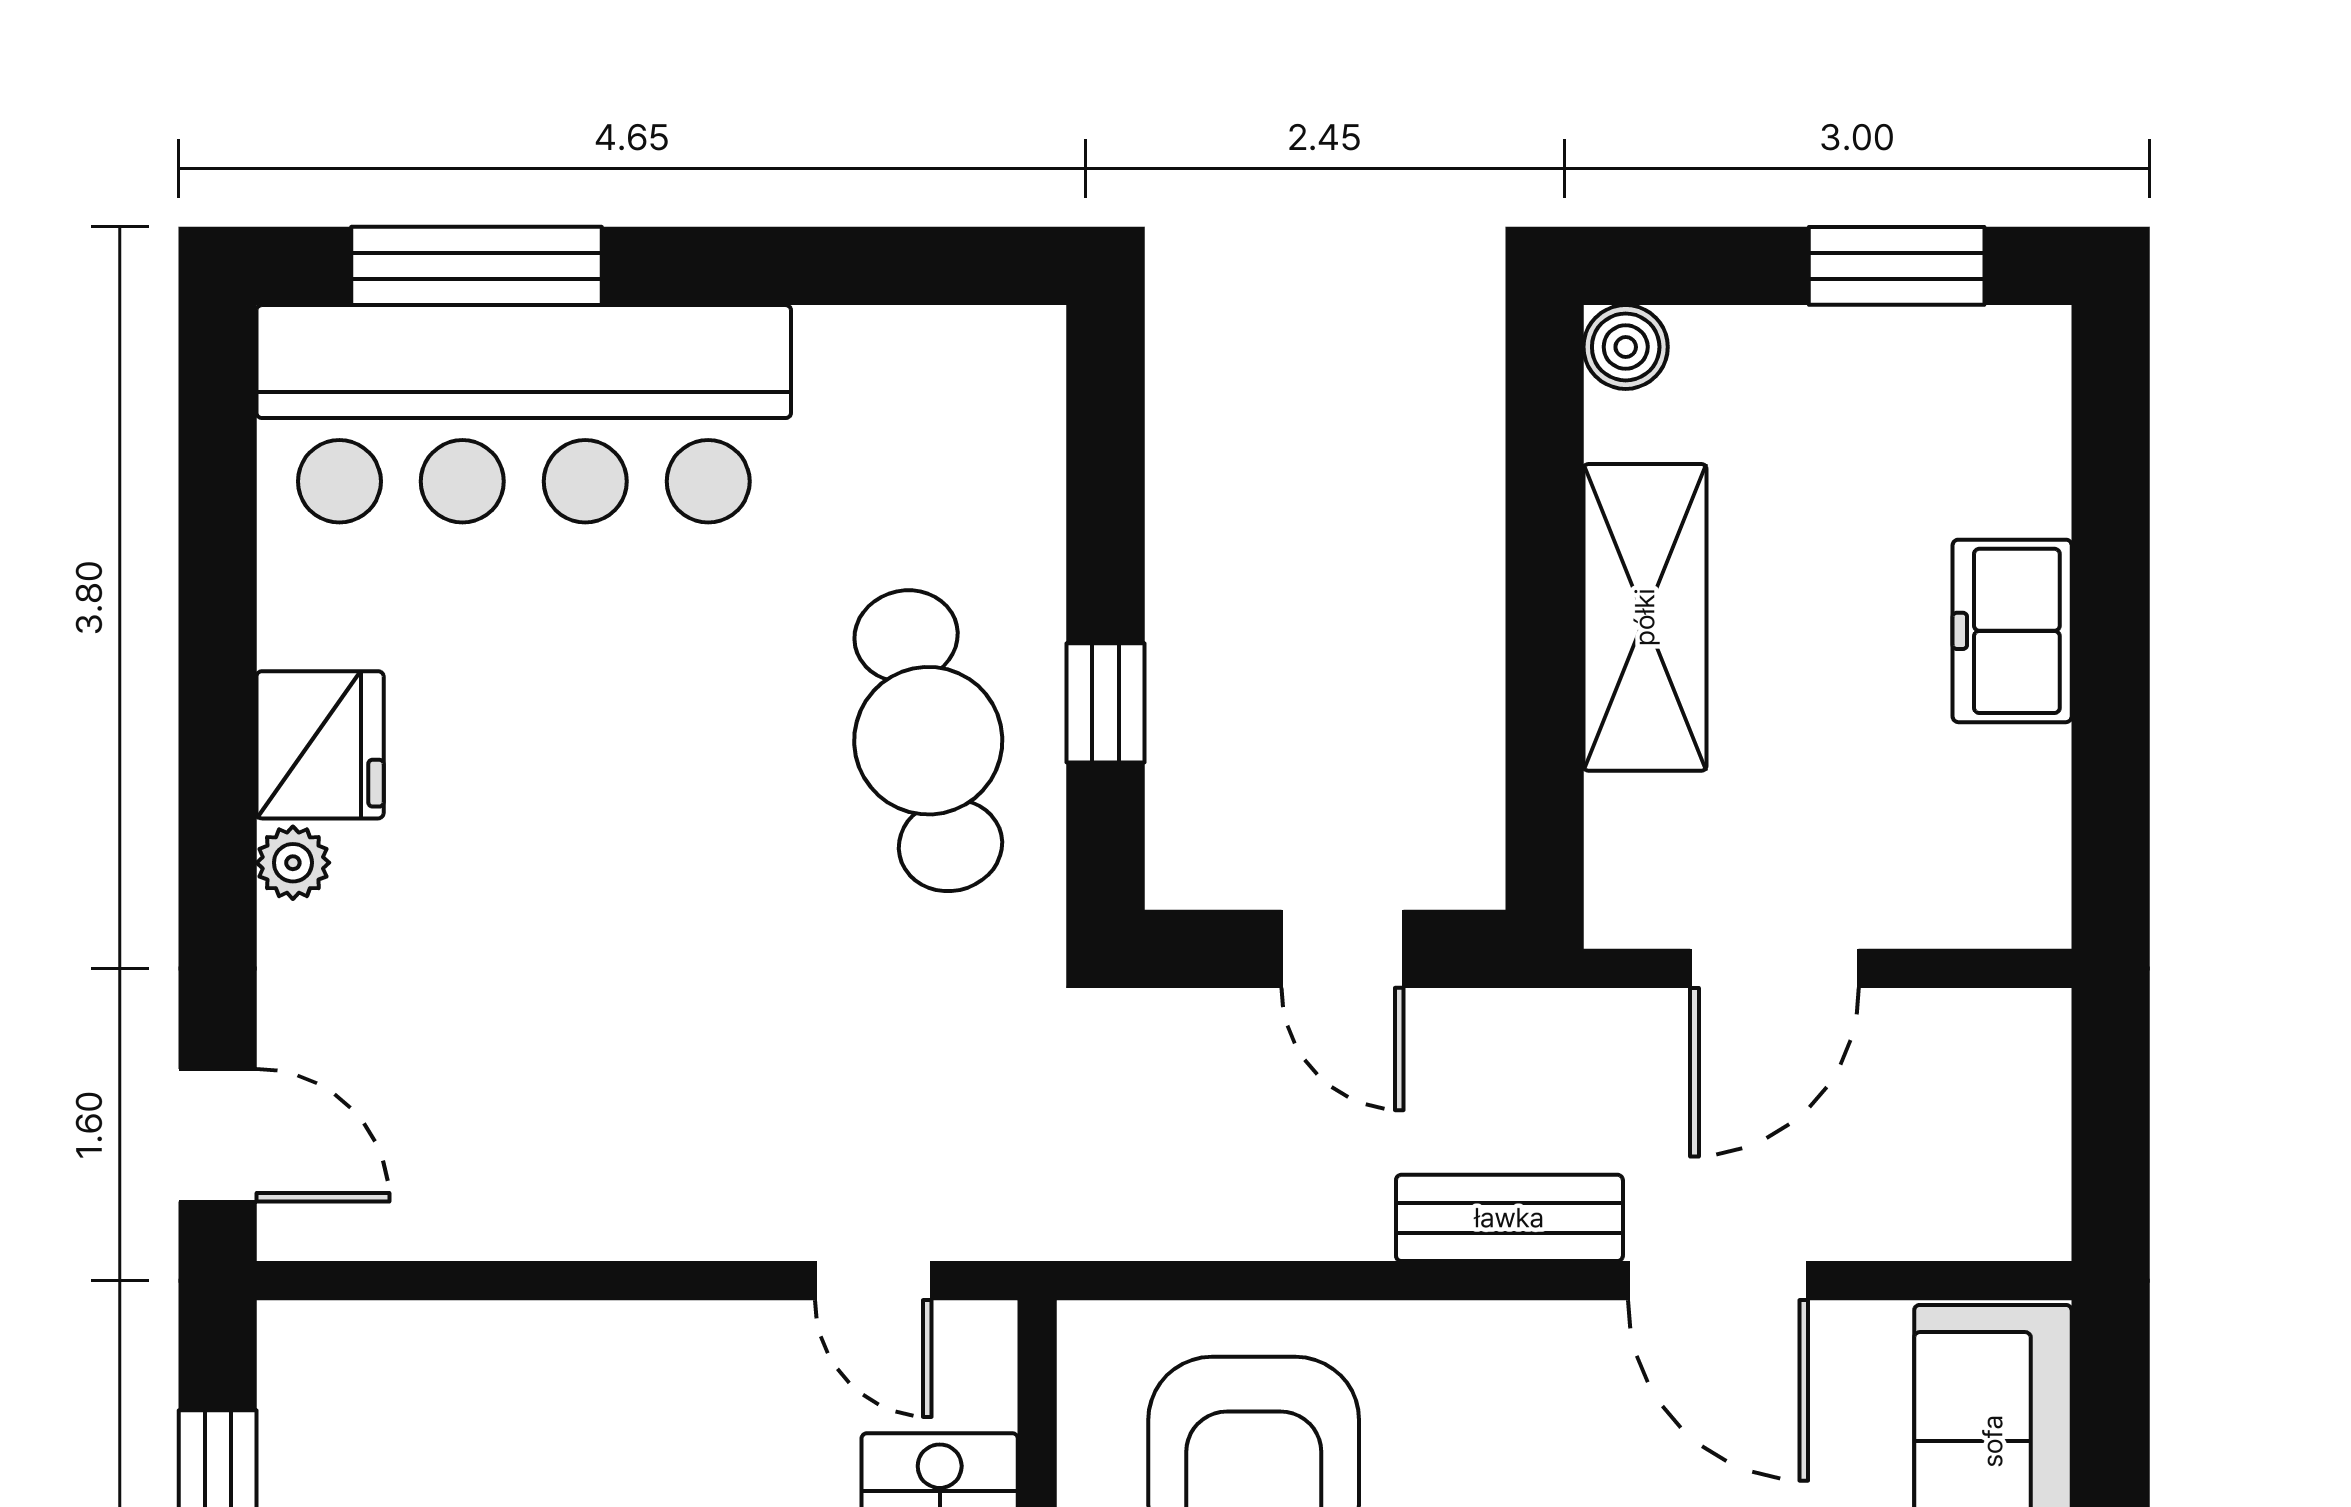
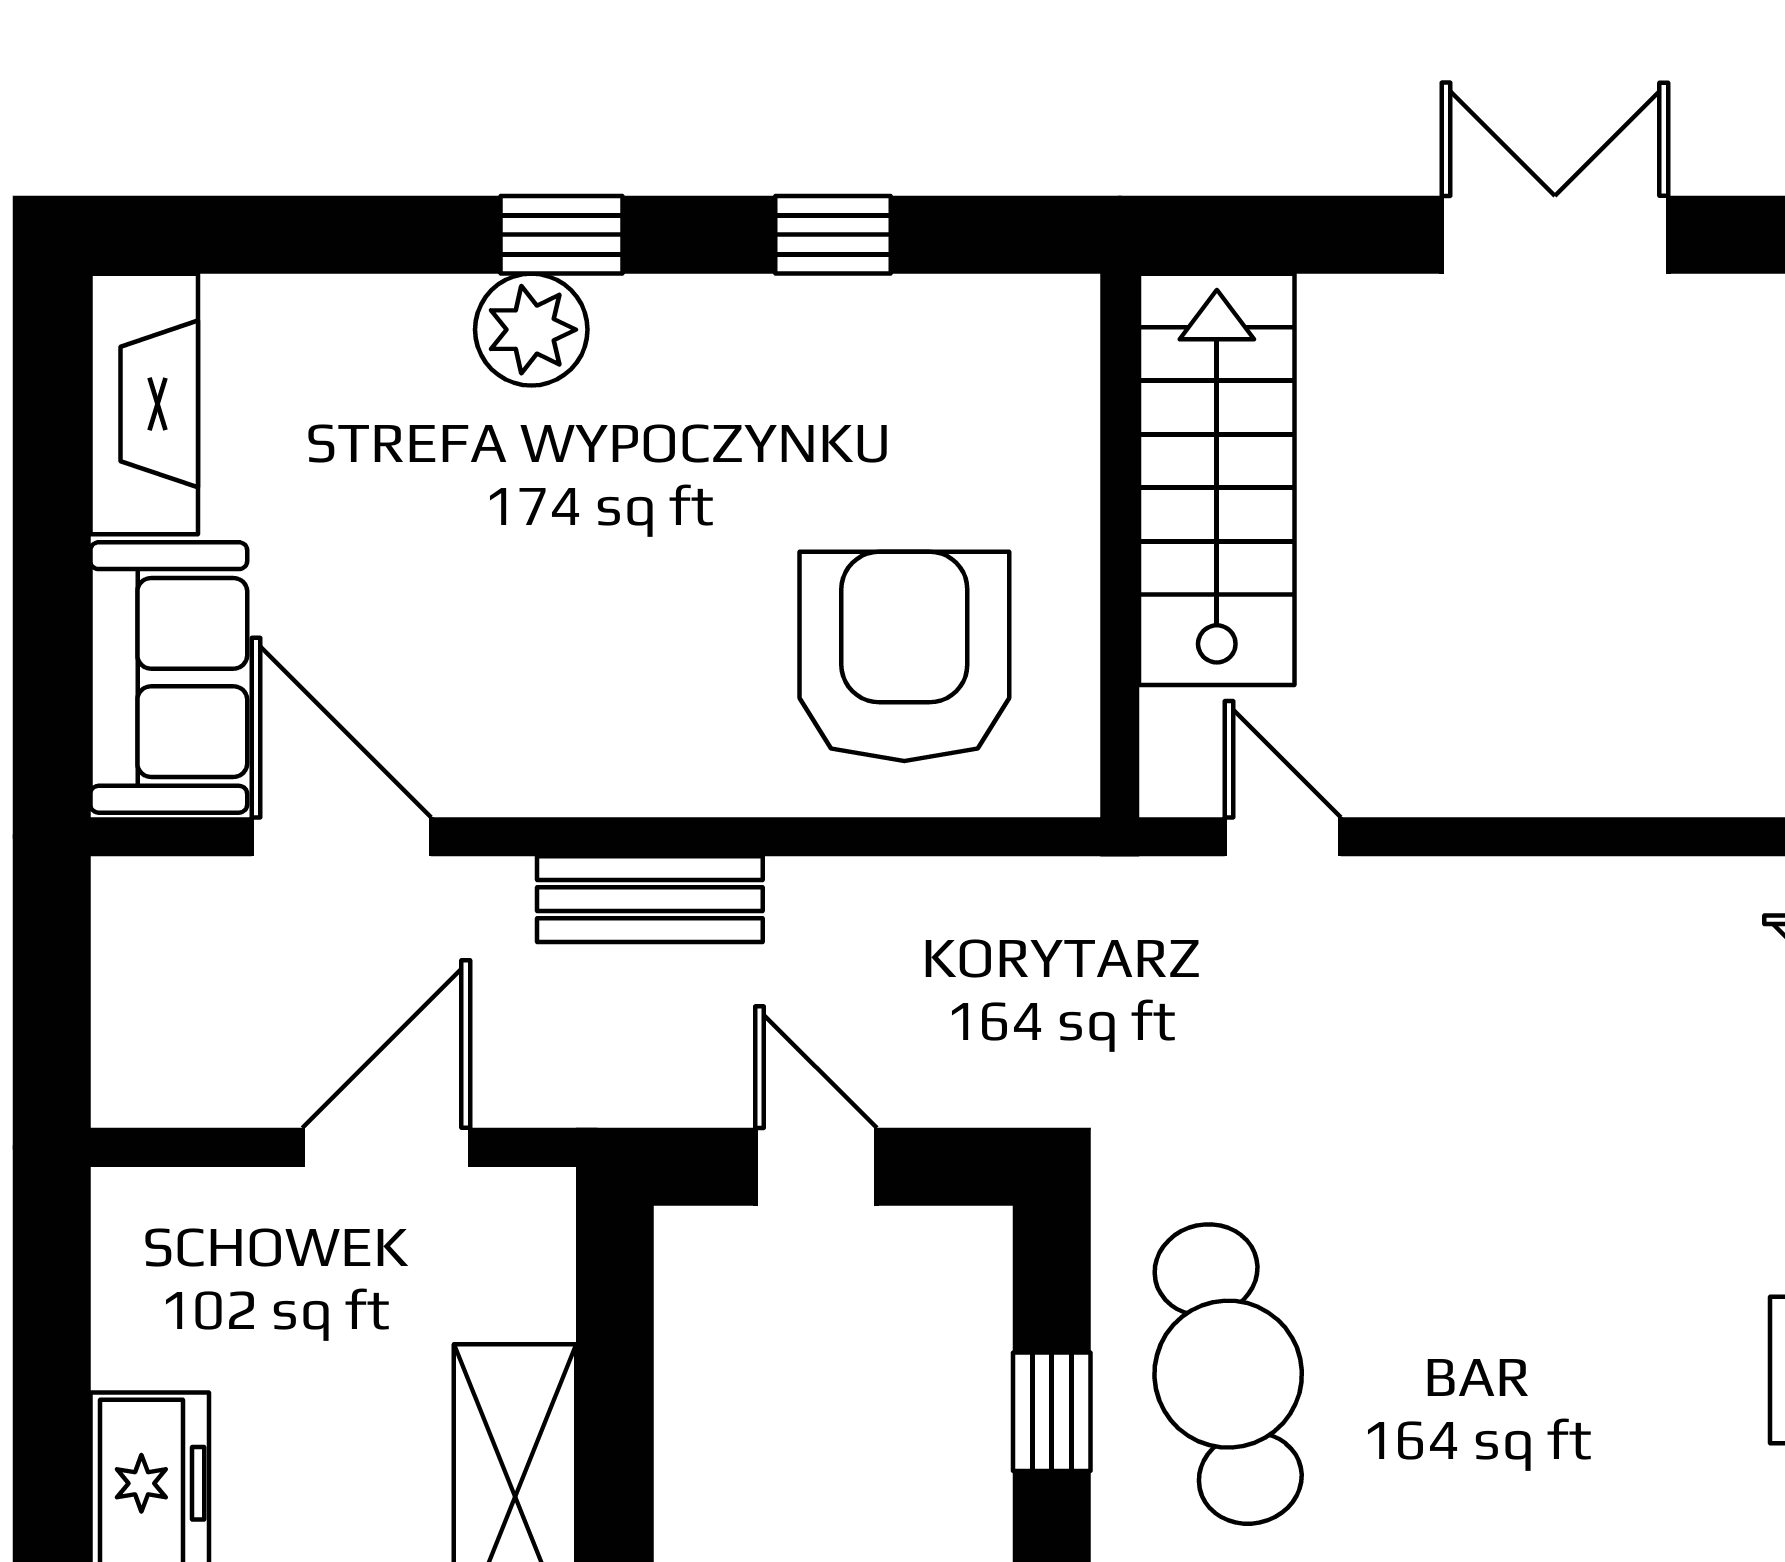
door: (1718, 1281) -> (341, 837), moved

